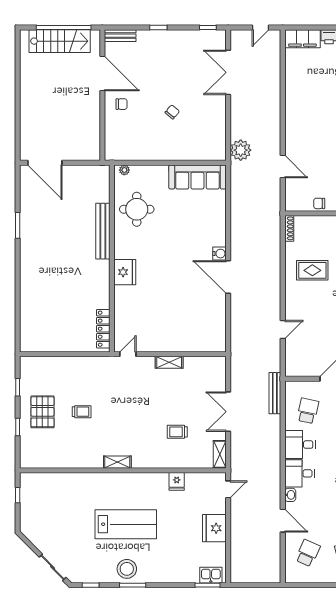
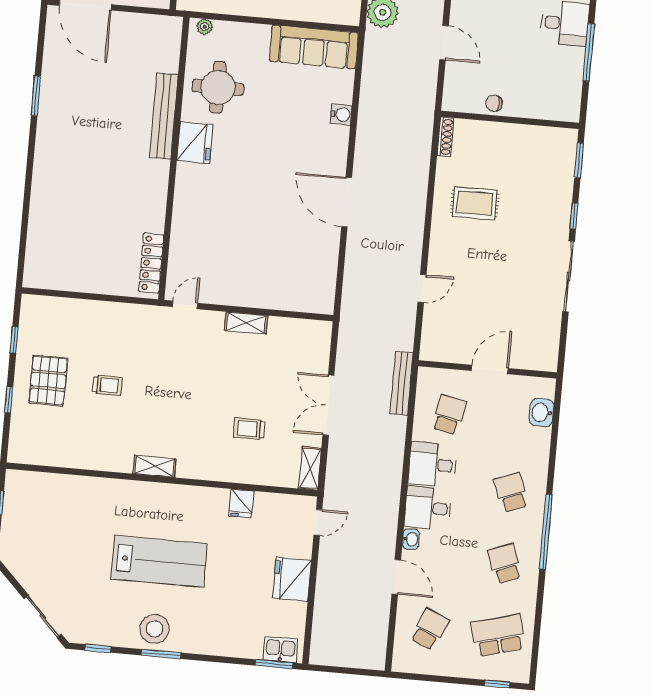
water cooler: (219, 254) -> (341, 114), moved
fridge: (125, 272) -> (195, 143), moved

